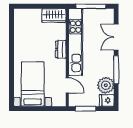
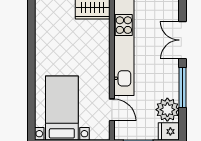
dresser: (61, 49) -> (103, 58), removed

